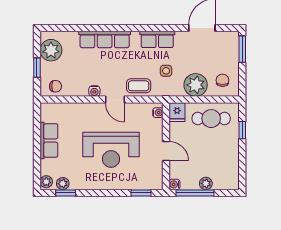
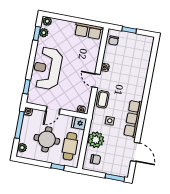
row of seats: (157, 39) -> (133, 119), width x1.48
row of seats: (105, 40) -> (140, 82), removed
plant: (51, 50) -> (140, 42), removed
door: (115, 100) -> (96, 81), hinge flipped
row of seats: (49, 141) -> (88, 31), moved
reception desk: (111, 150) -> (47, 68), moved
round table: (208, 152) -> (47, 139), added
plant: (206, 183) -> (22, 148), moved

